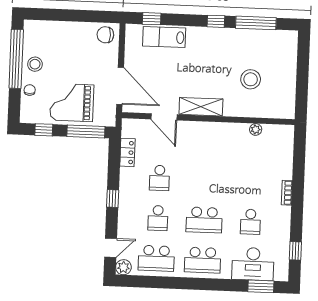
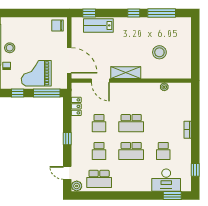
door: (111, 248) -> (67, 173), swing flipped
school desk: (203, 260) -> (131, 123), moved

